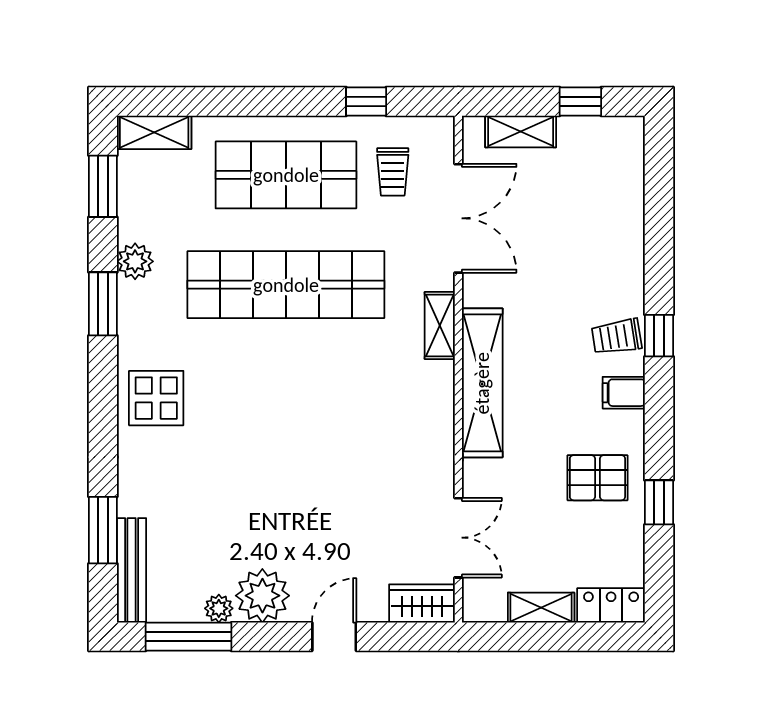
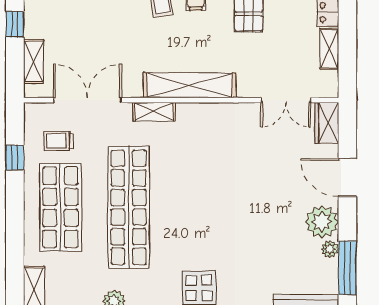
trolley: (393, 172) -> (58, 141), turned 180
double door: (458, 538) -> (286, 100), swing flipped
door: (334, 637) -> (347, 177), width x1.37

